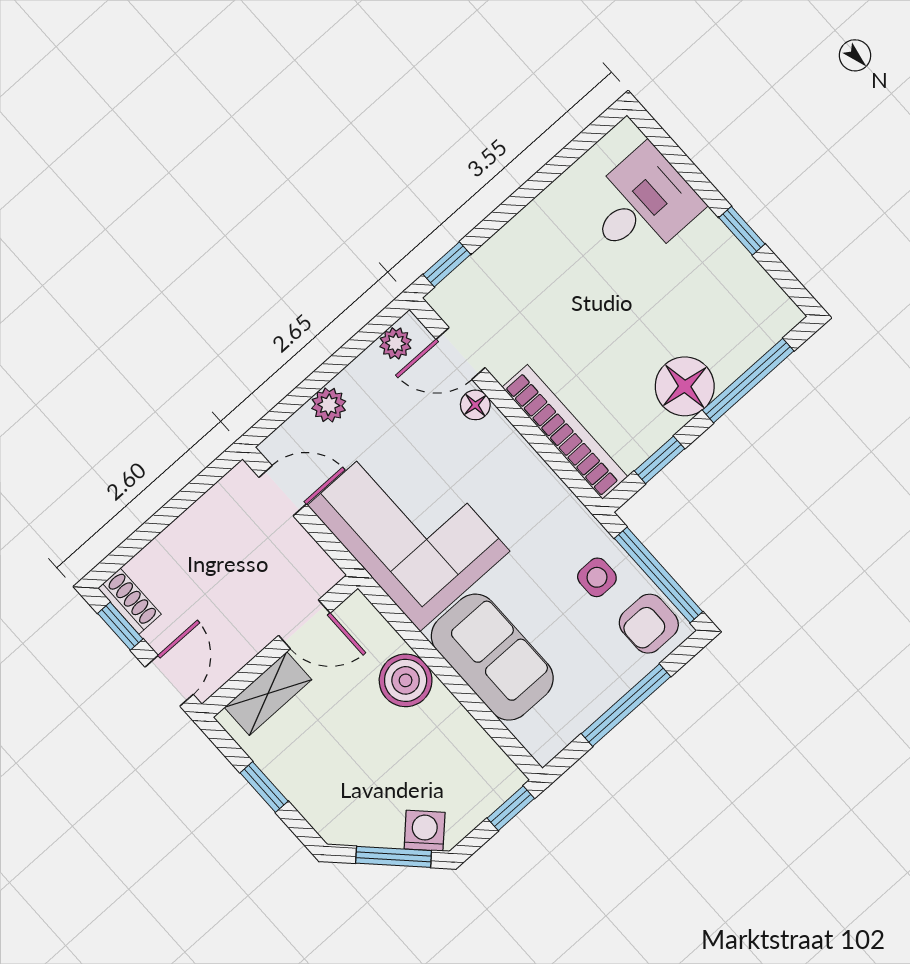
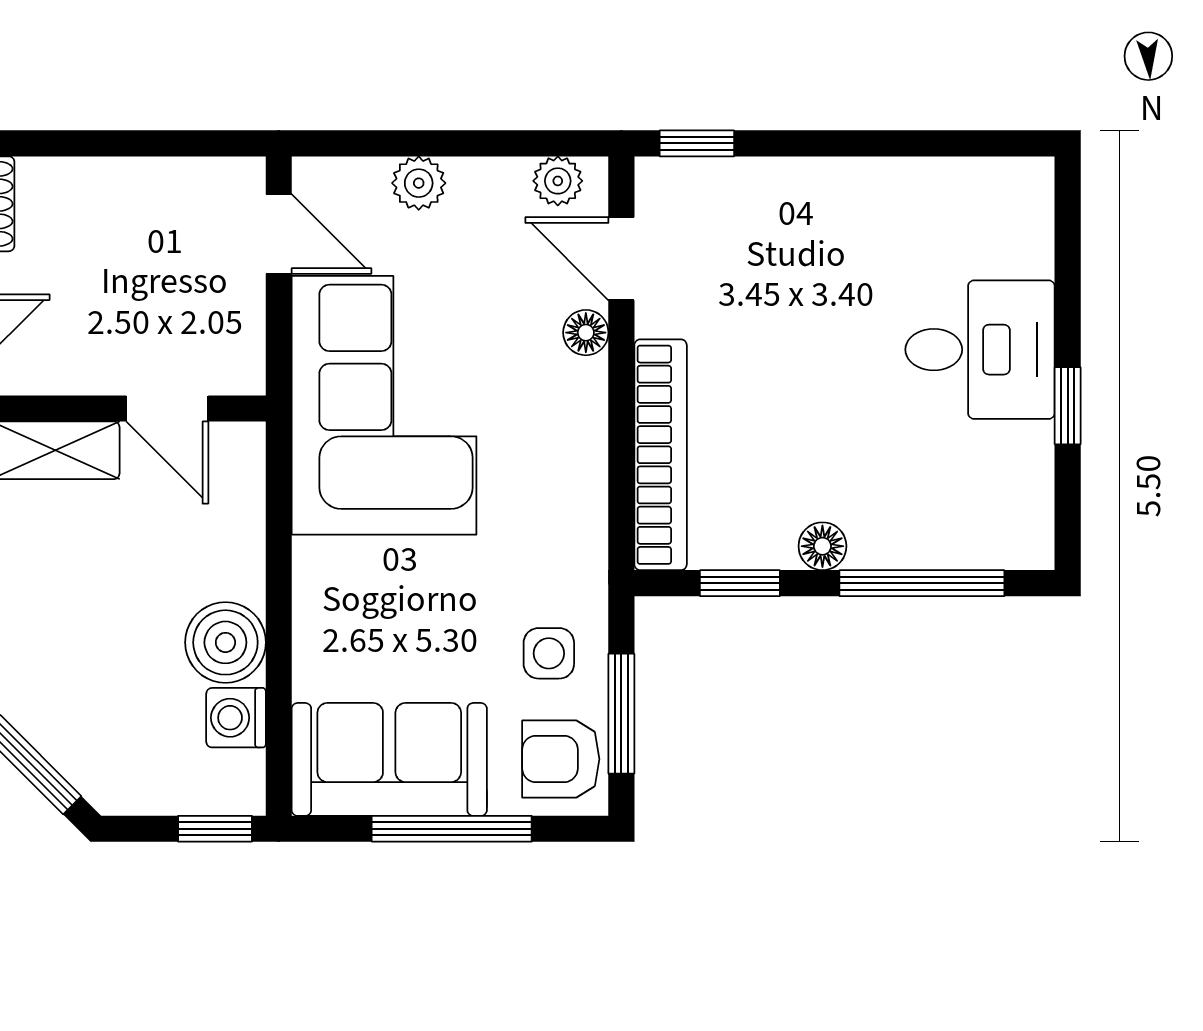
desk: (642, 205) -> (980, 350), moved
floor lamp: (685, 386) -> (822, 546), width x0.53, depth x0.53
window: (659, 575) -> (621, 714), width x0.69
sofa: (492, 657) -> (389, 759), moved, turned -90
boiler: (406, 680) -> (225, 642), moved
washing machine: (425, 831) -> (236, 718), moved, turned -135

